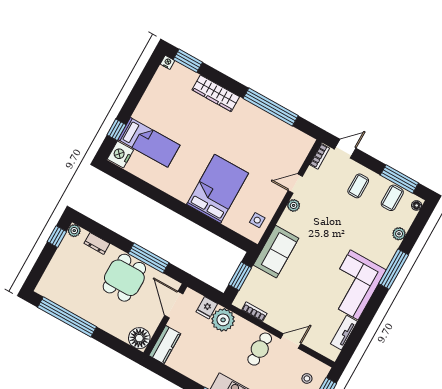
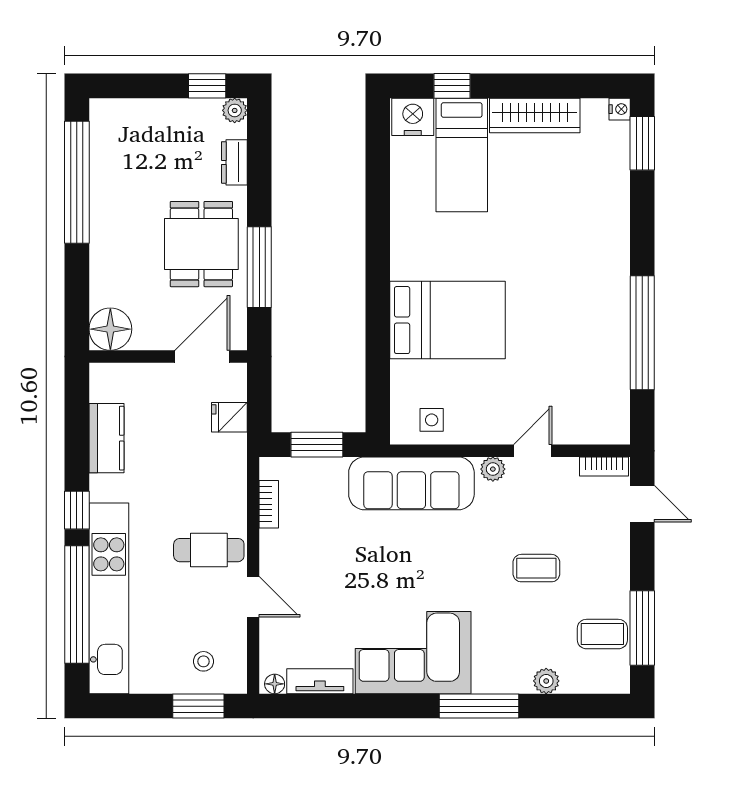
wardrobe: (216, 93) -> (535, 115), moved, turned -90
door: (295, 184) -> (533, 451), hinge flipped
coffee table: (358, 186) -> (536, 568), moved
floor lamp: (417, 205) -> (275, 684), moved
sofa: (276, 252) -> (411, 483), width x1.36
dining table: (124, 278) -> (201, 244), turned 90
plant: (223, 320) -> (224, 458), removed
kitchen counter: (165, 345) -> (106, 438), moved, turned -90

